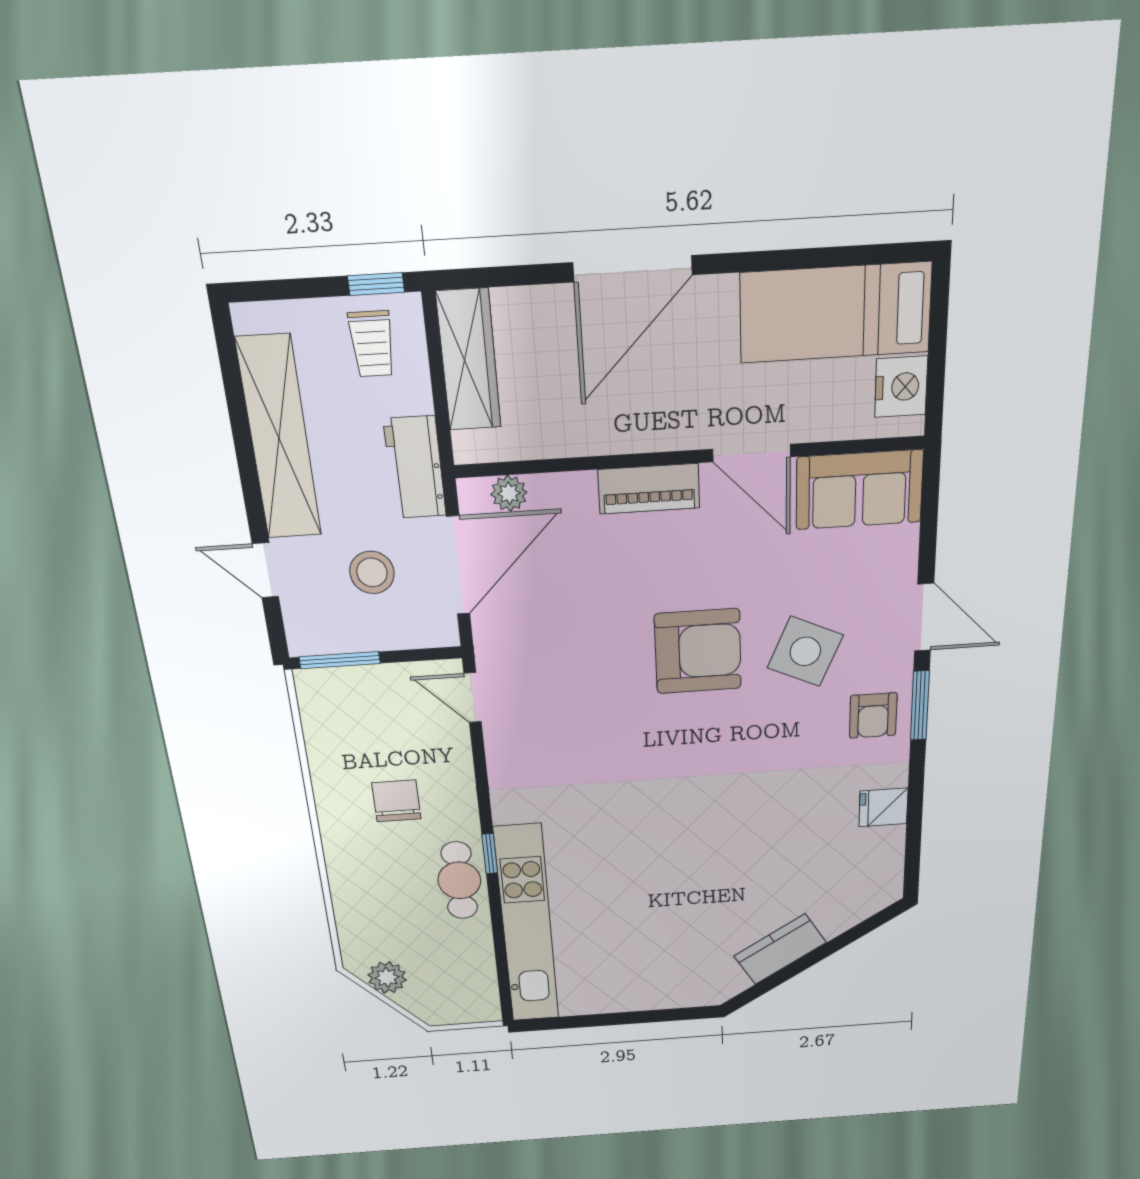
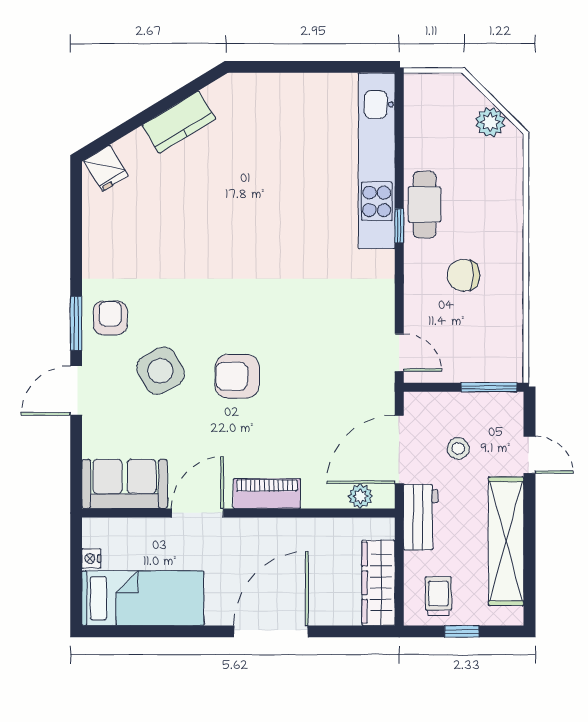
window: (376, 284) -> (462, 631), moved
nightstand: (901, 387) -> (91, 559), width x0.53, depth x0.56
door: (752, 453) -> (198, 513), hinge flipped
stool: (372, 572) -> (458, 448), width x0.73, depth x0.73
door: (924, 617) -> (76, 390), hinge flipped
armchair: (698, 651) -> (237, 376), width x0.73, depth x0.73
side table: (805, 651) -> (160, 371), turned 37
chair: (396, 801) -> (463, 275), turned 90
fridge: (883, 807) -> (106, 168), moved, turned 59

